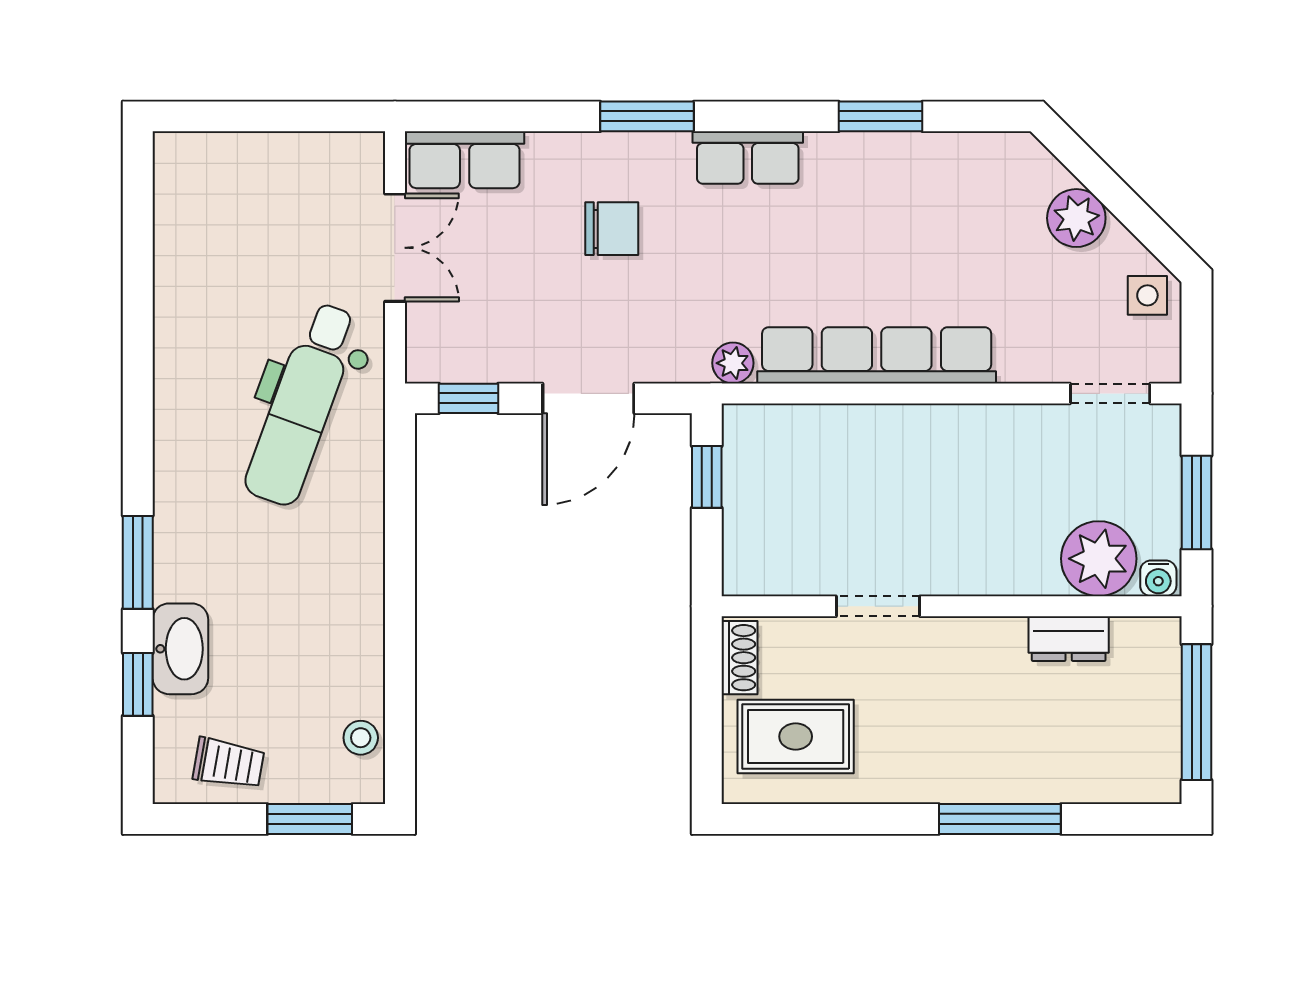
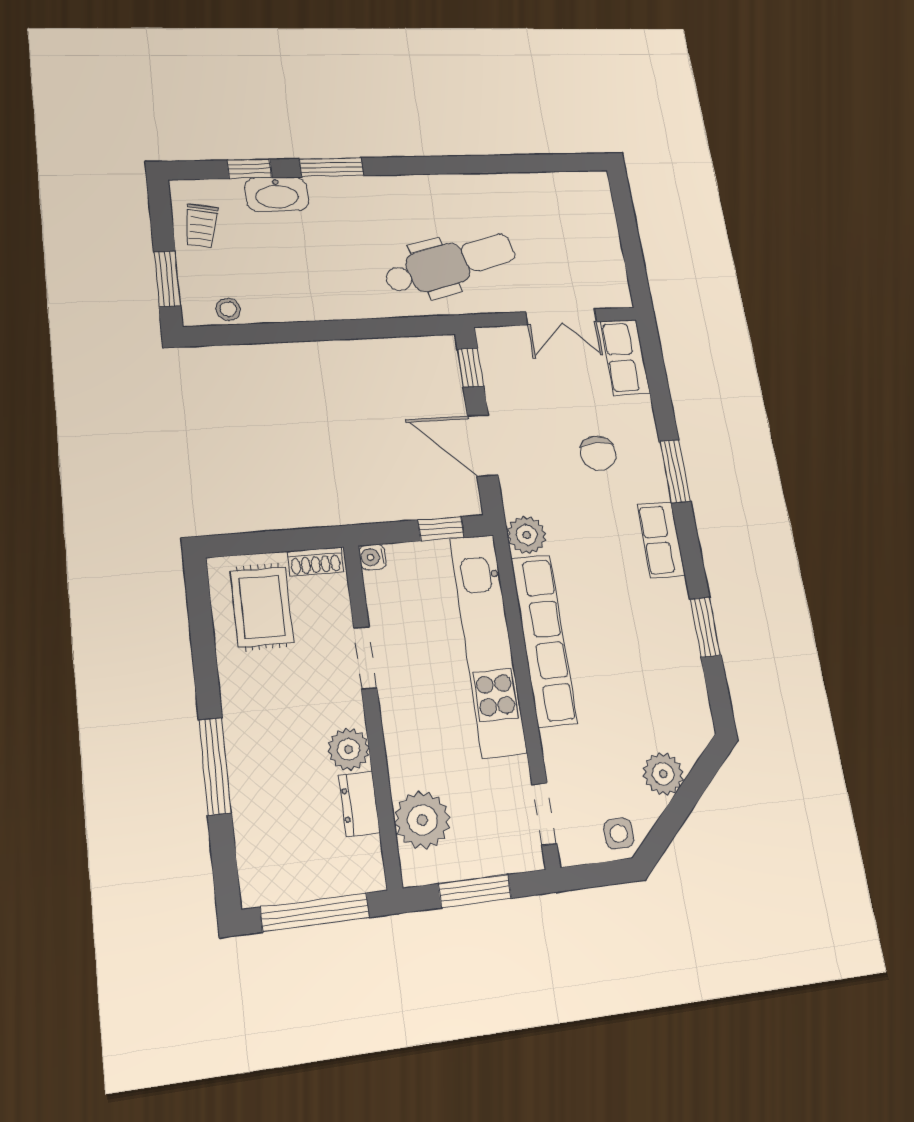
plant: (733, 363) -> (527, 535), width x1.38, depth x1.38
dental chair: (302, 404) -> (450, 264), turned 145
kitchen unit: (875, 435) -> (488, 644), added
water cooler: (1158, 578) -> (373, 557), moved
plant: (997, 644) -> (349, 749), added

